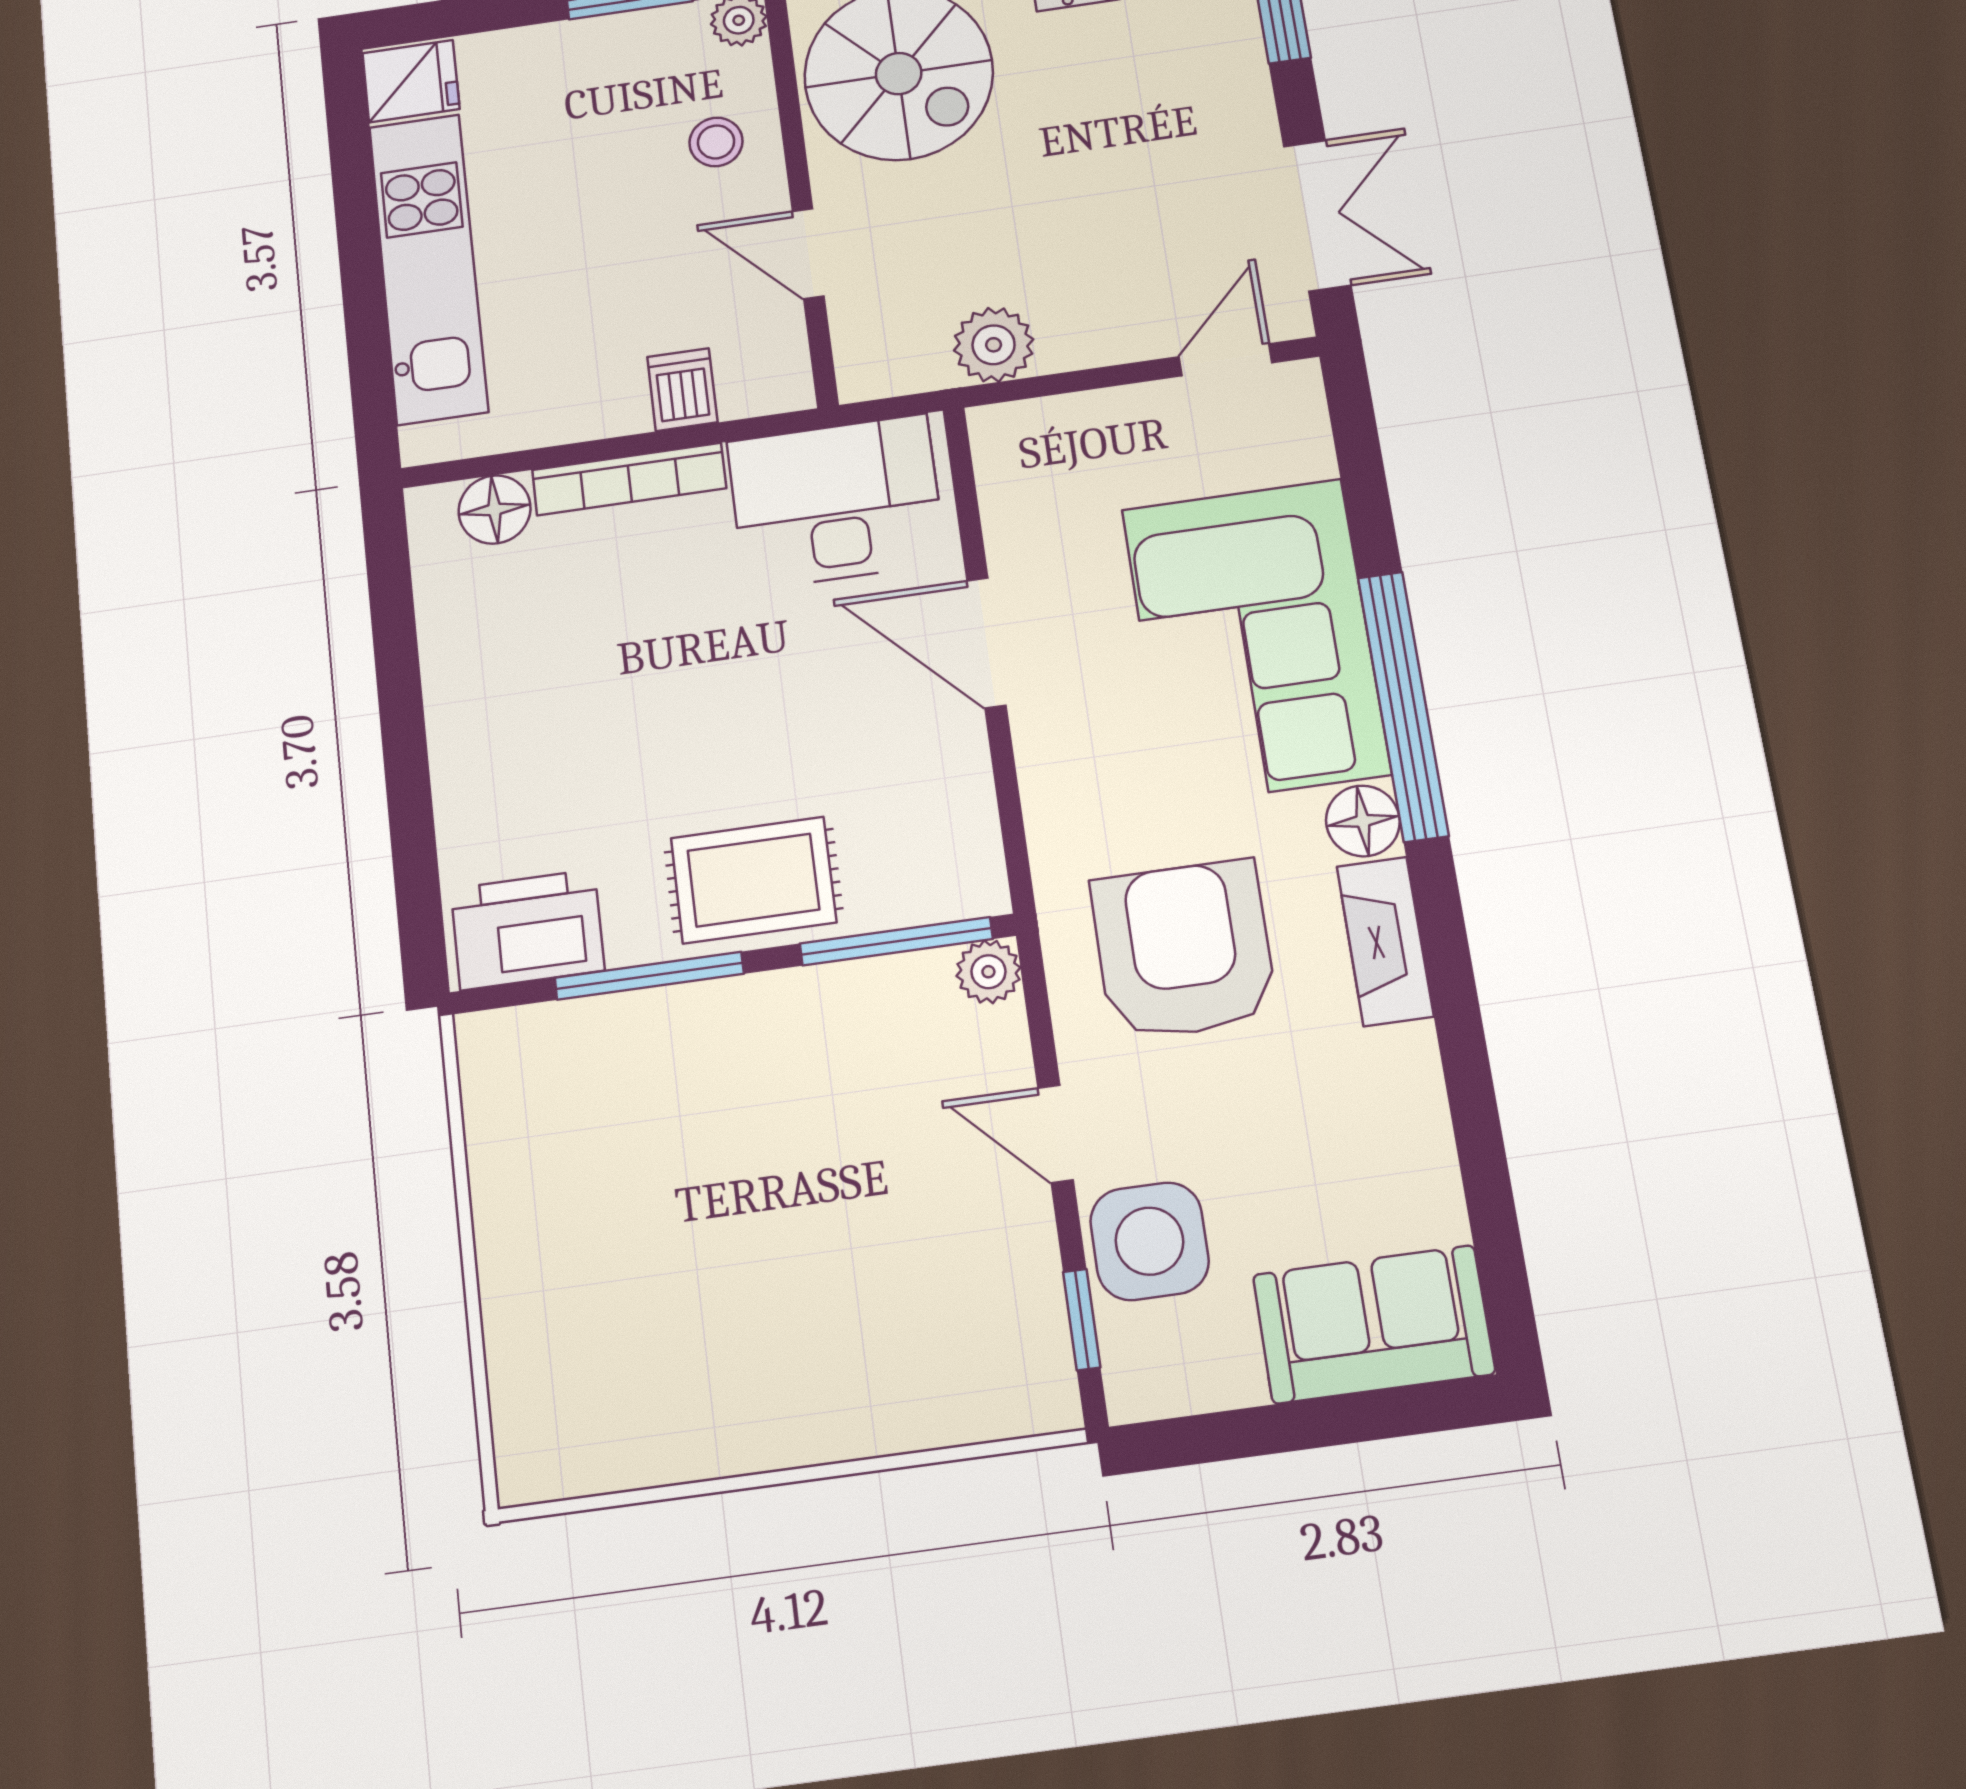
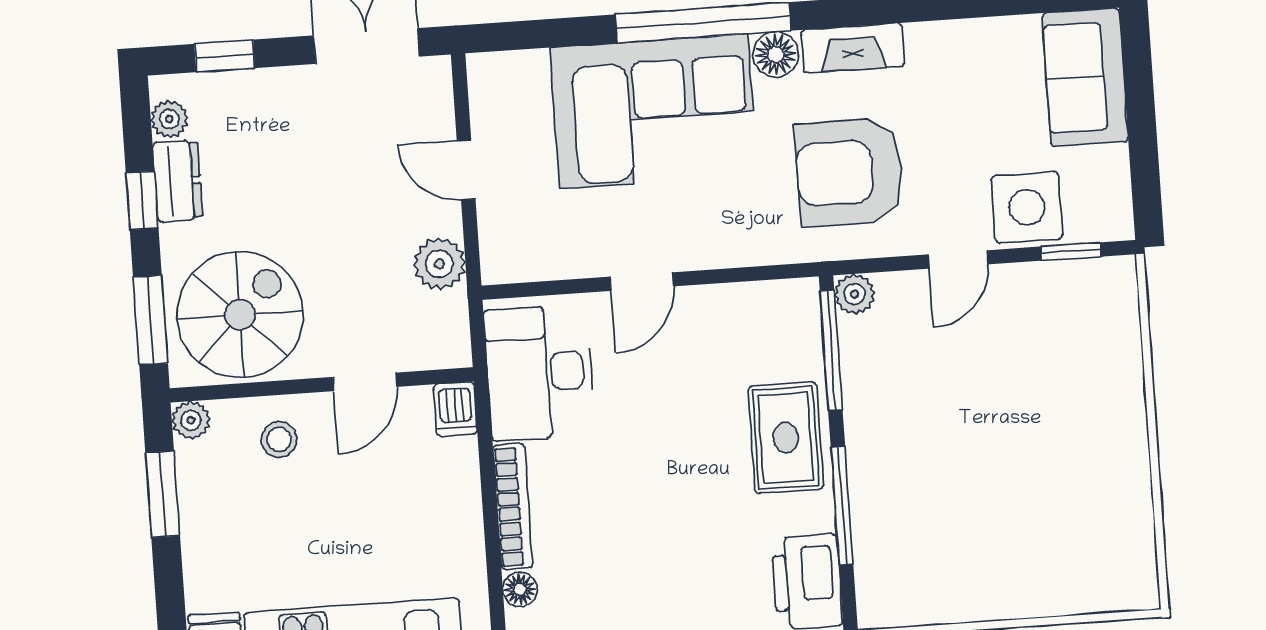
door: (1225, 360) -> (466, 170), moved
dishwasher: (682, 390) -> (455, 409), moved, turned -90
floor lamp: (495, 510) -> (520, 589), width x0.73, depth x0.73
door: (986, 643) -> (642, 282), width x0.73

